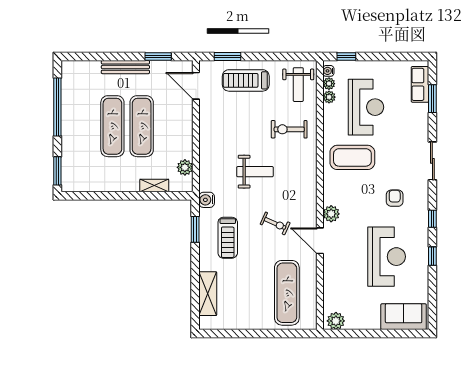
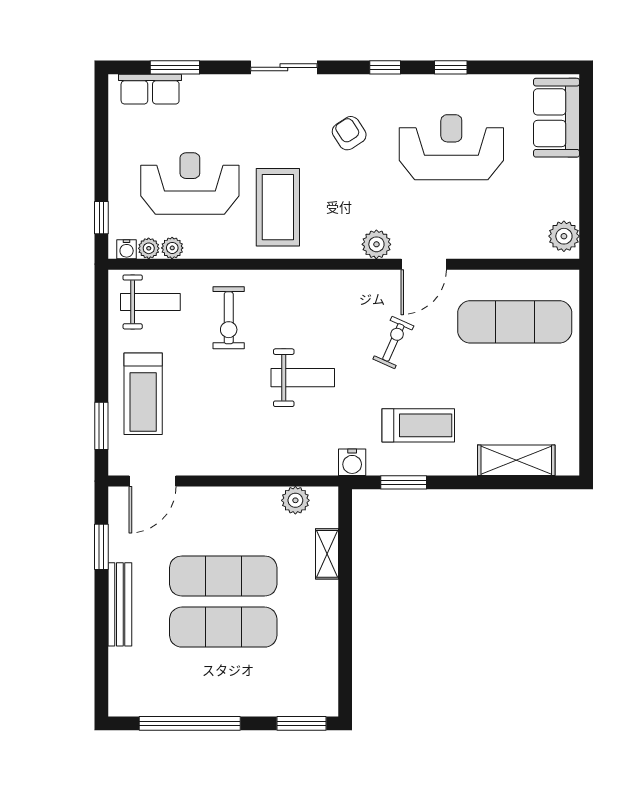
weight bench: (255, 172) -> (303, 378), turned 90
armchair: (395, 198) -> (349, 133), turned 57

